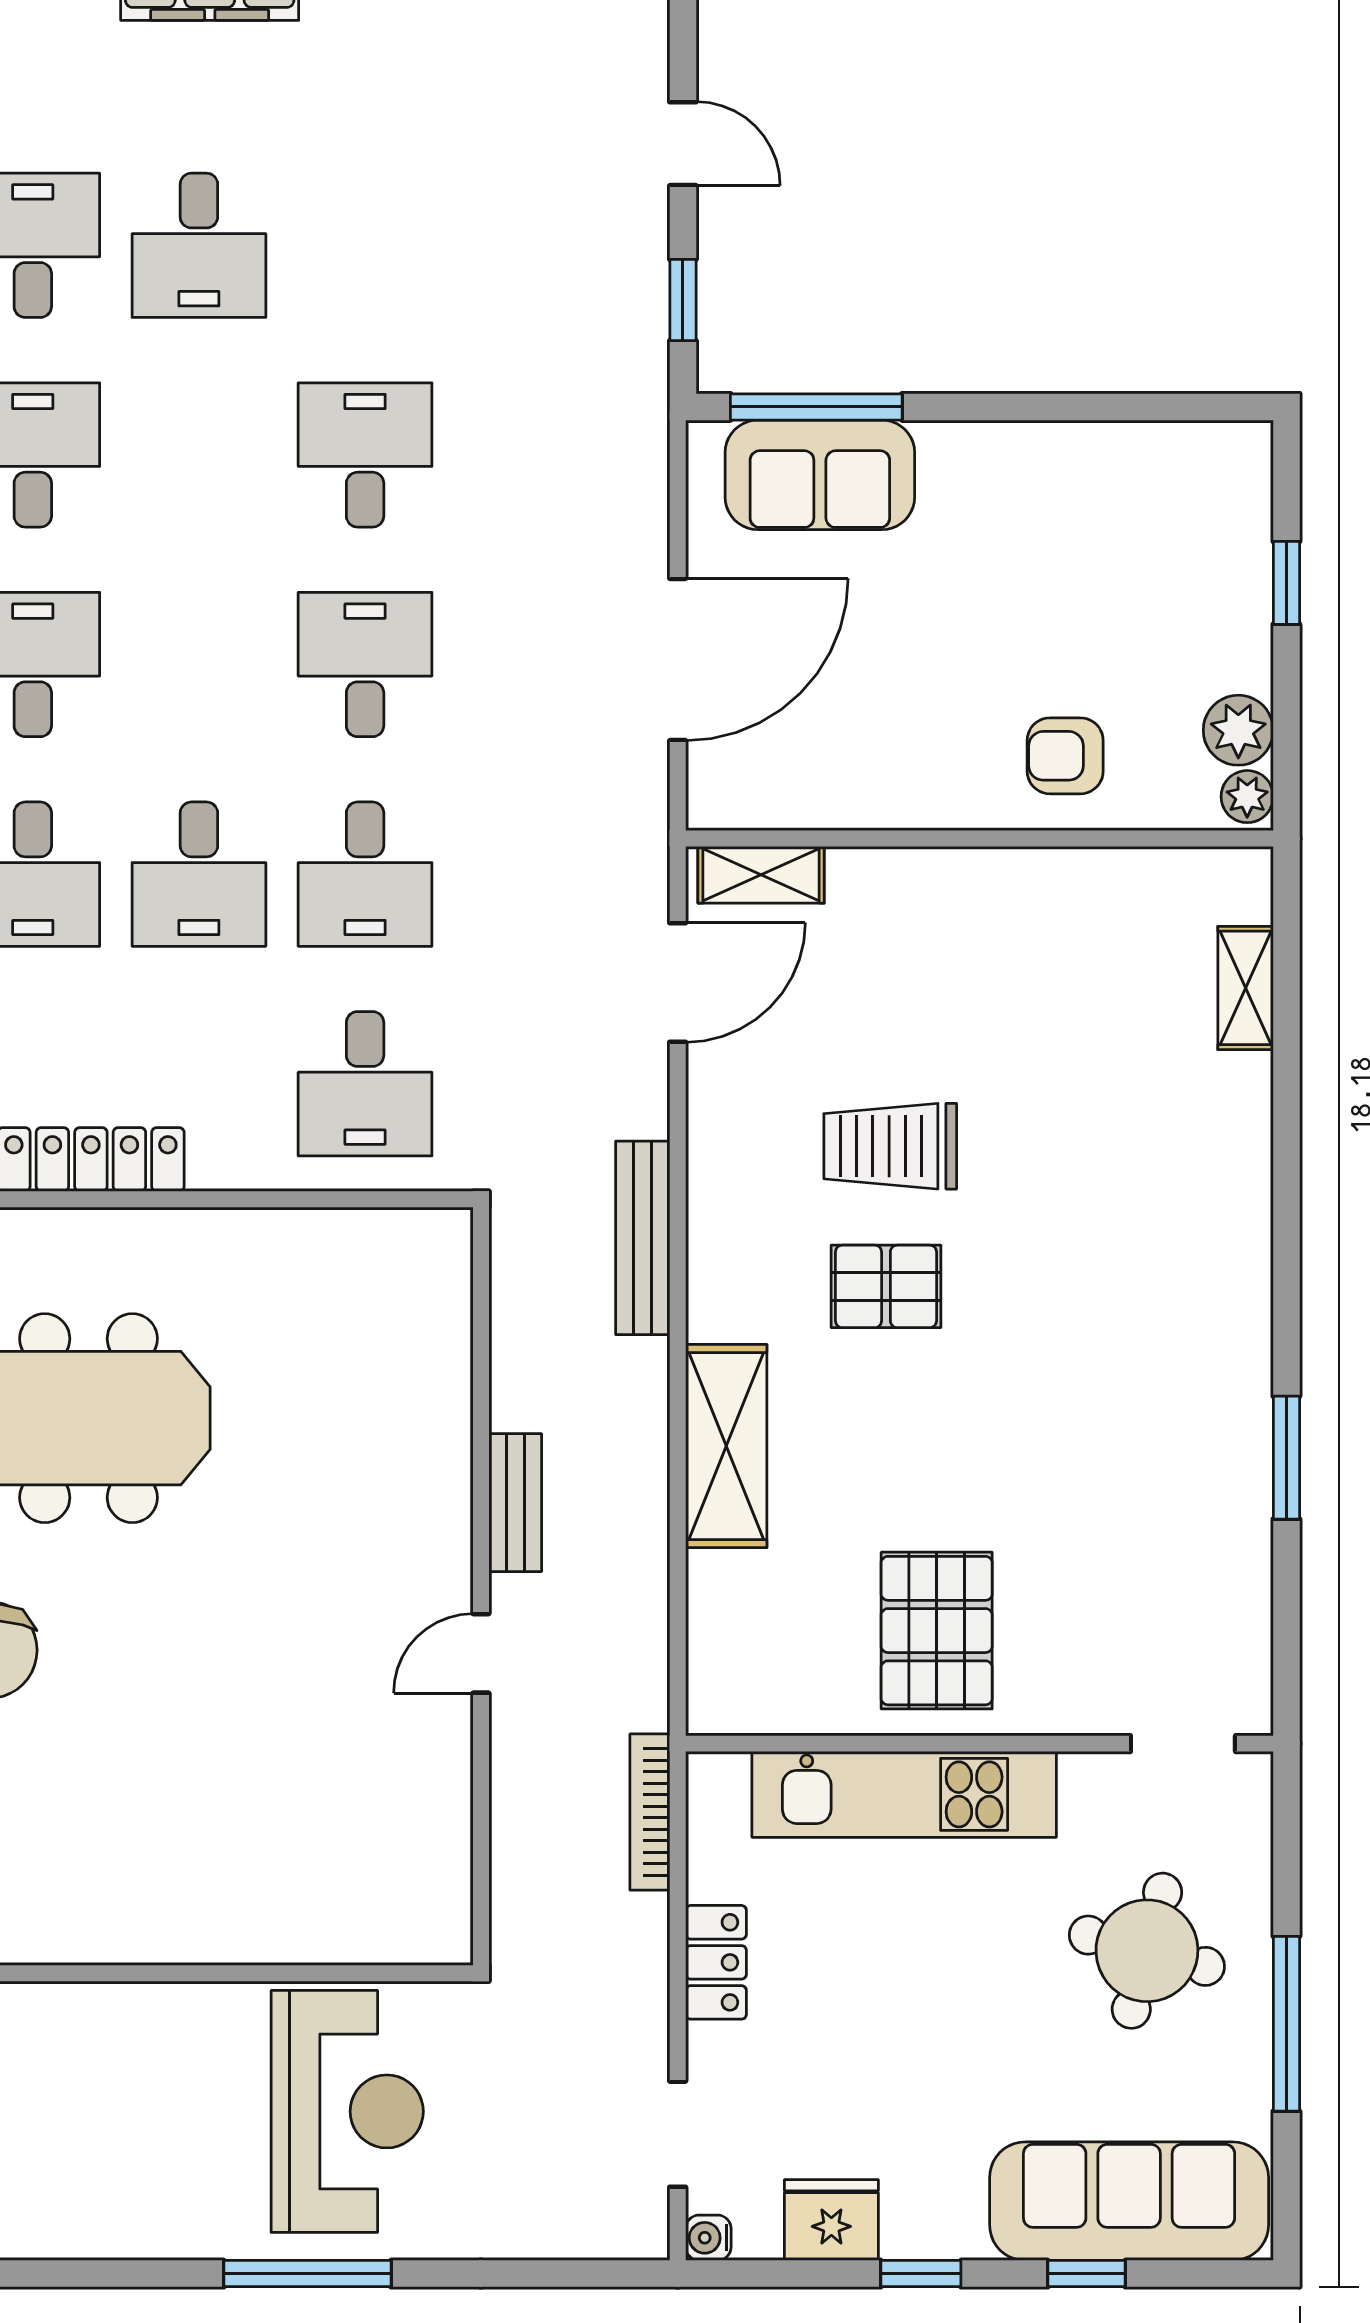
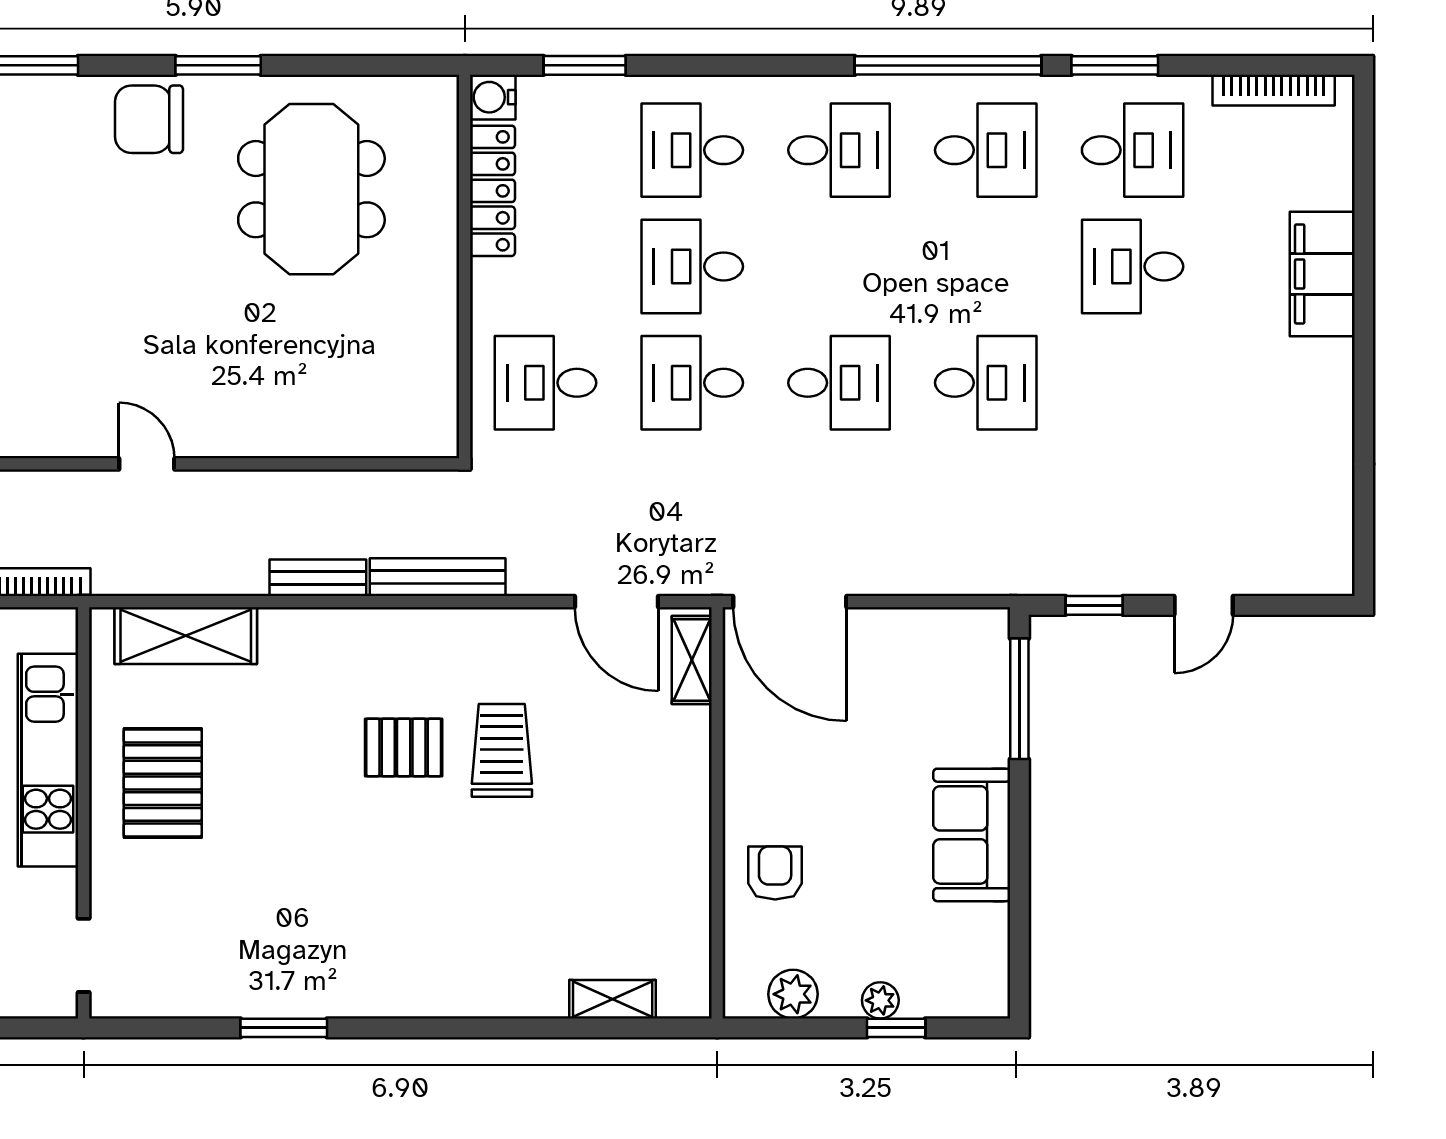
sofa: (820, 475) -> (972, 835), moved
door: (678, 659) -> (790, 602), moved
plant: (1247, 797) -> (880, 1000), moved
pallet: (886, 1286) -> (404, 747), turned 90
shelving: (726, 1446) -> (186, 636), moved
bench: (515, 1503) -> (318, 578), moved
pallet: (937, 1631) -> (163, 783), turned 90

